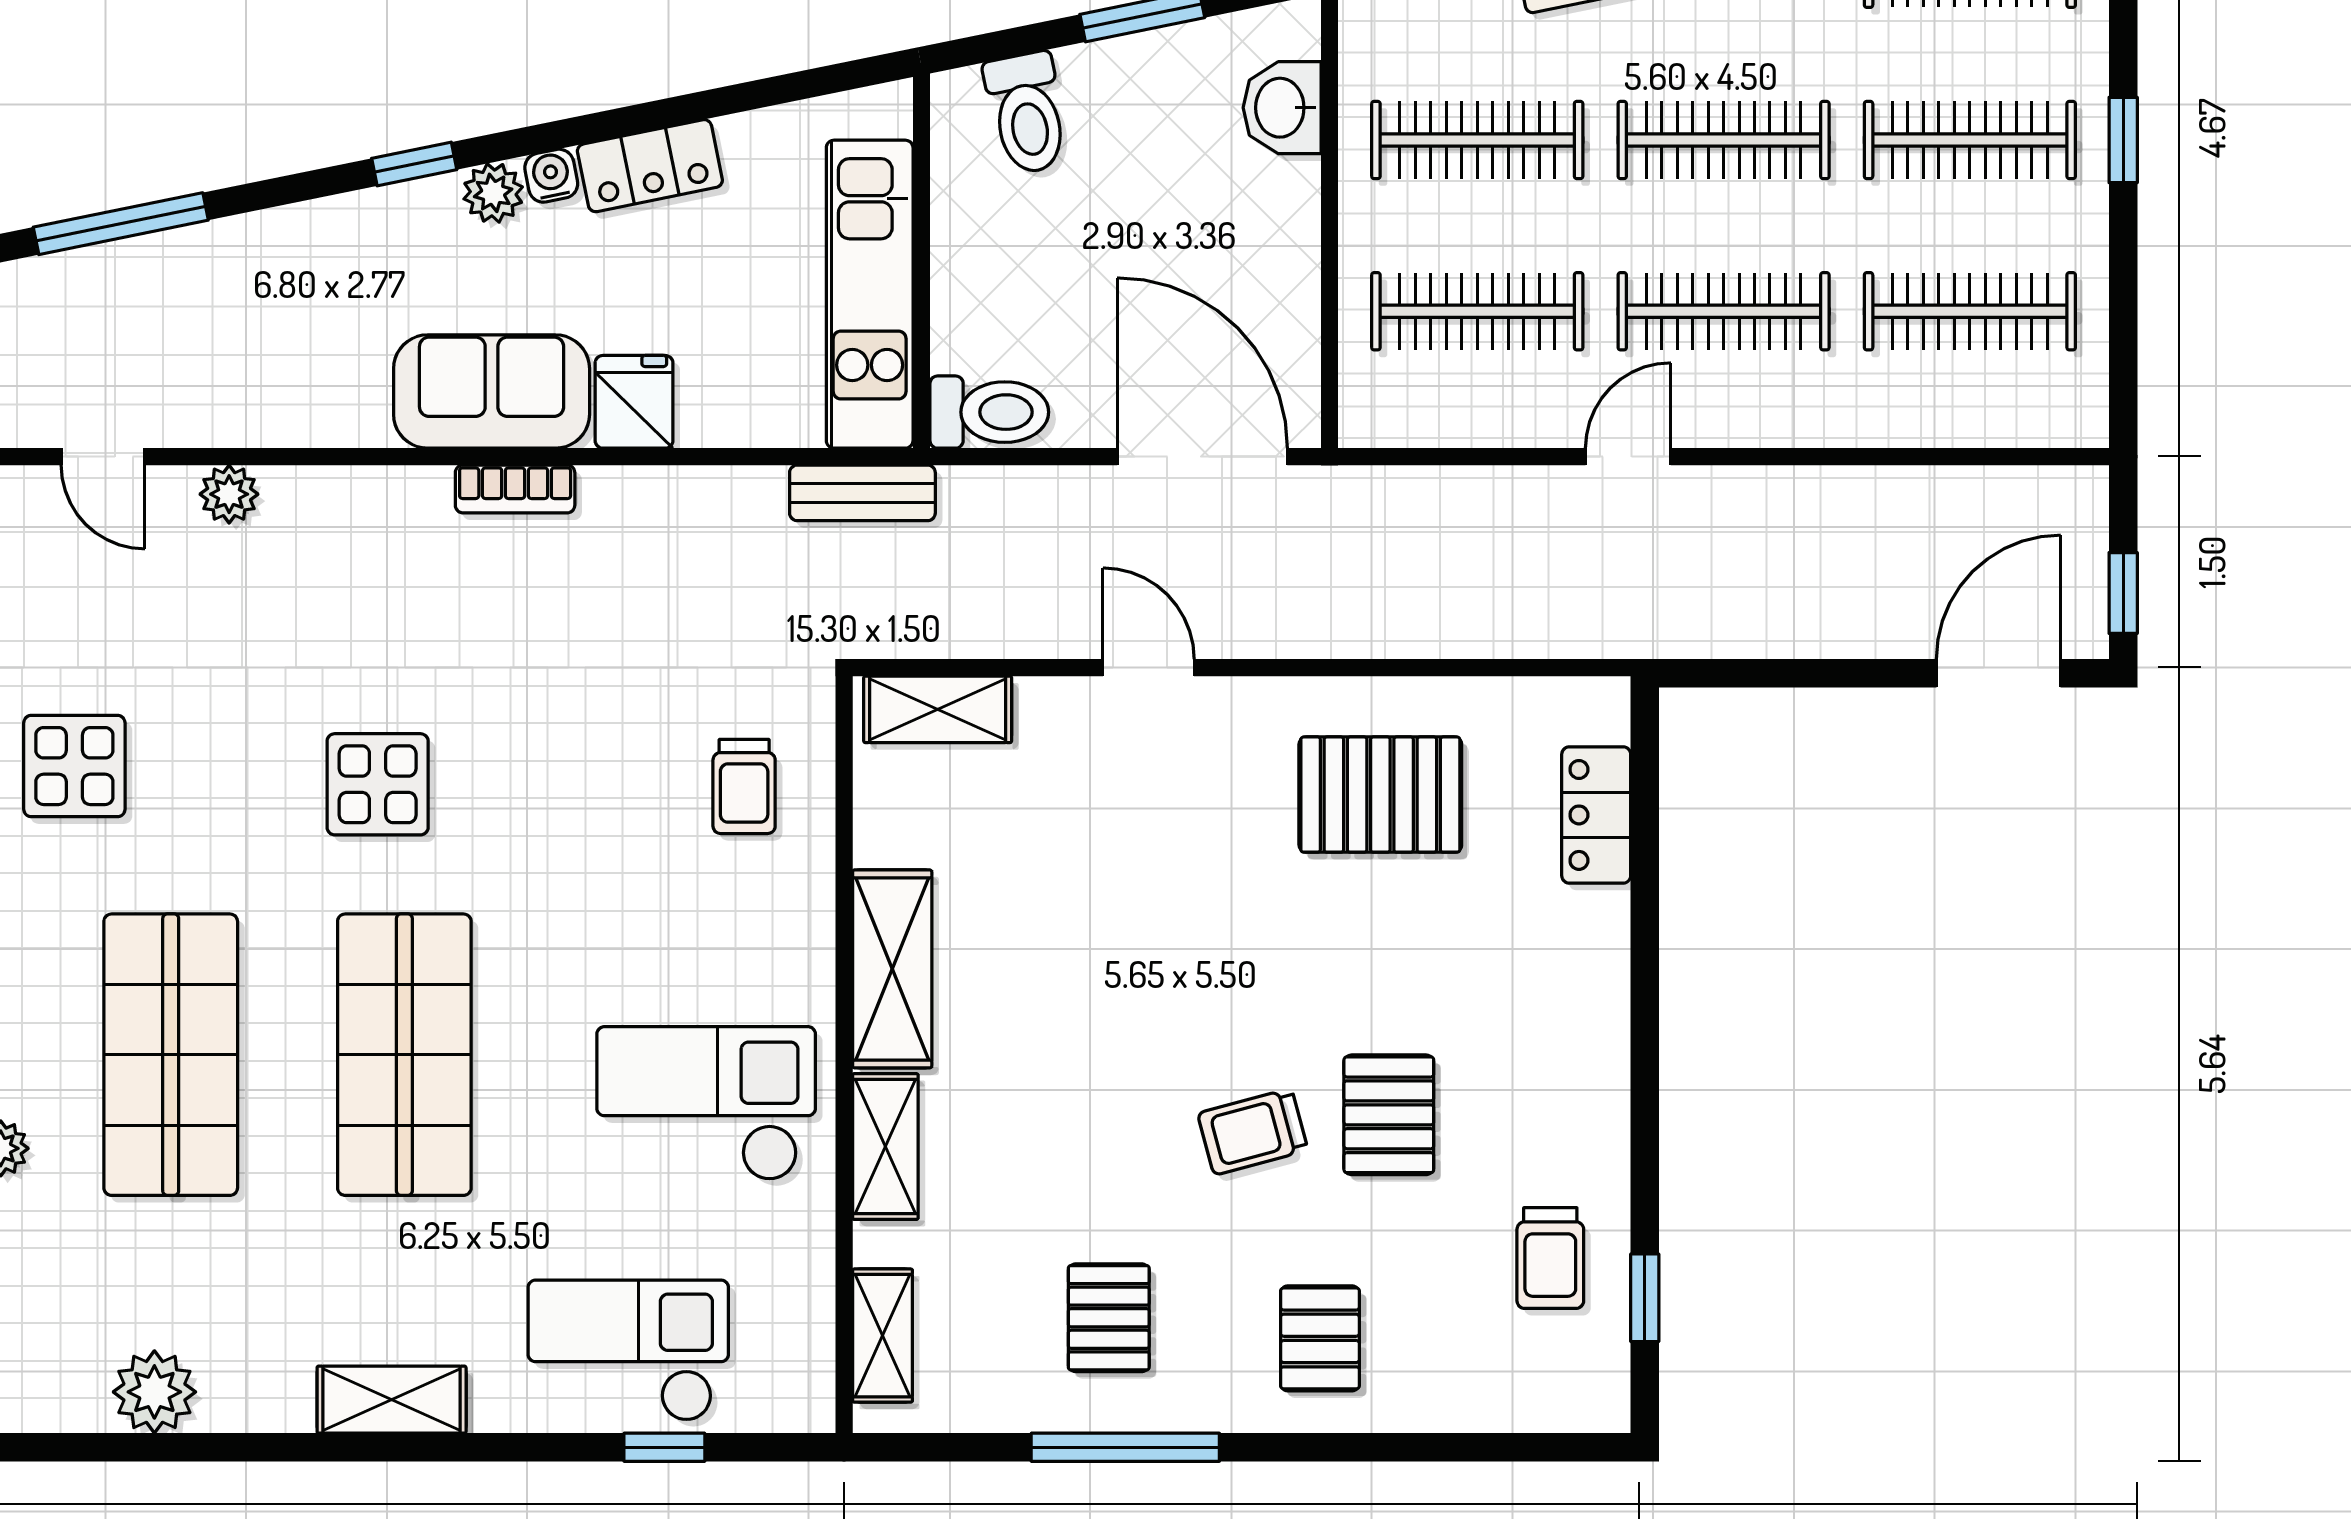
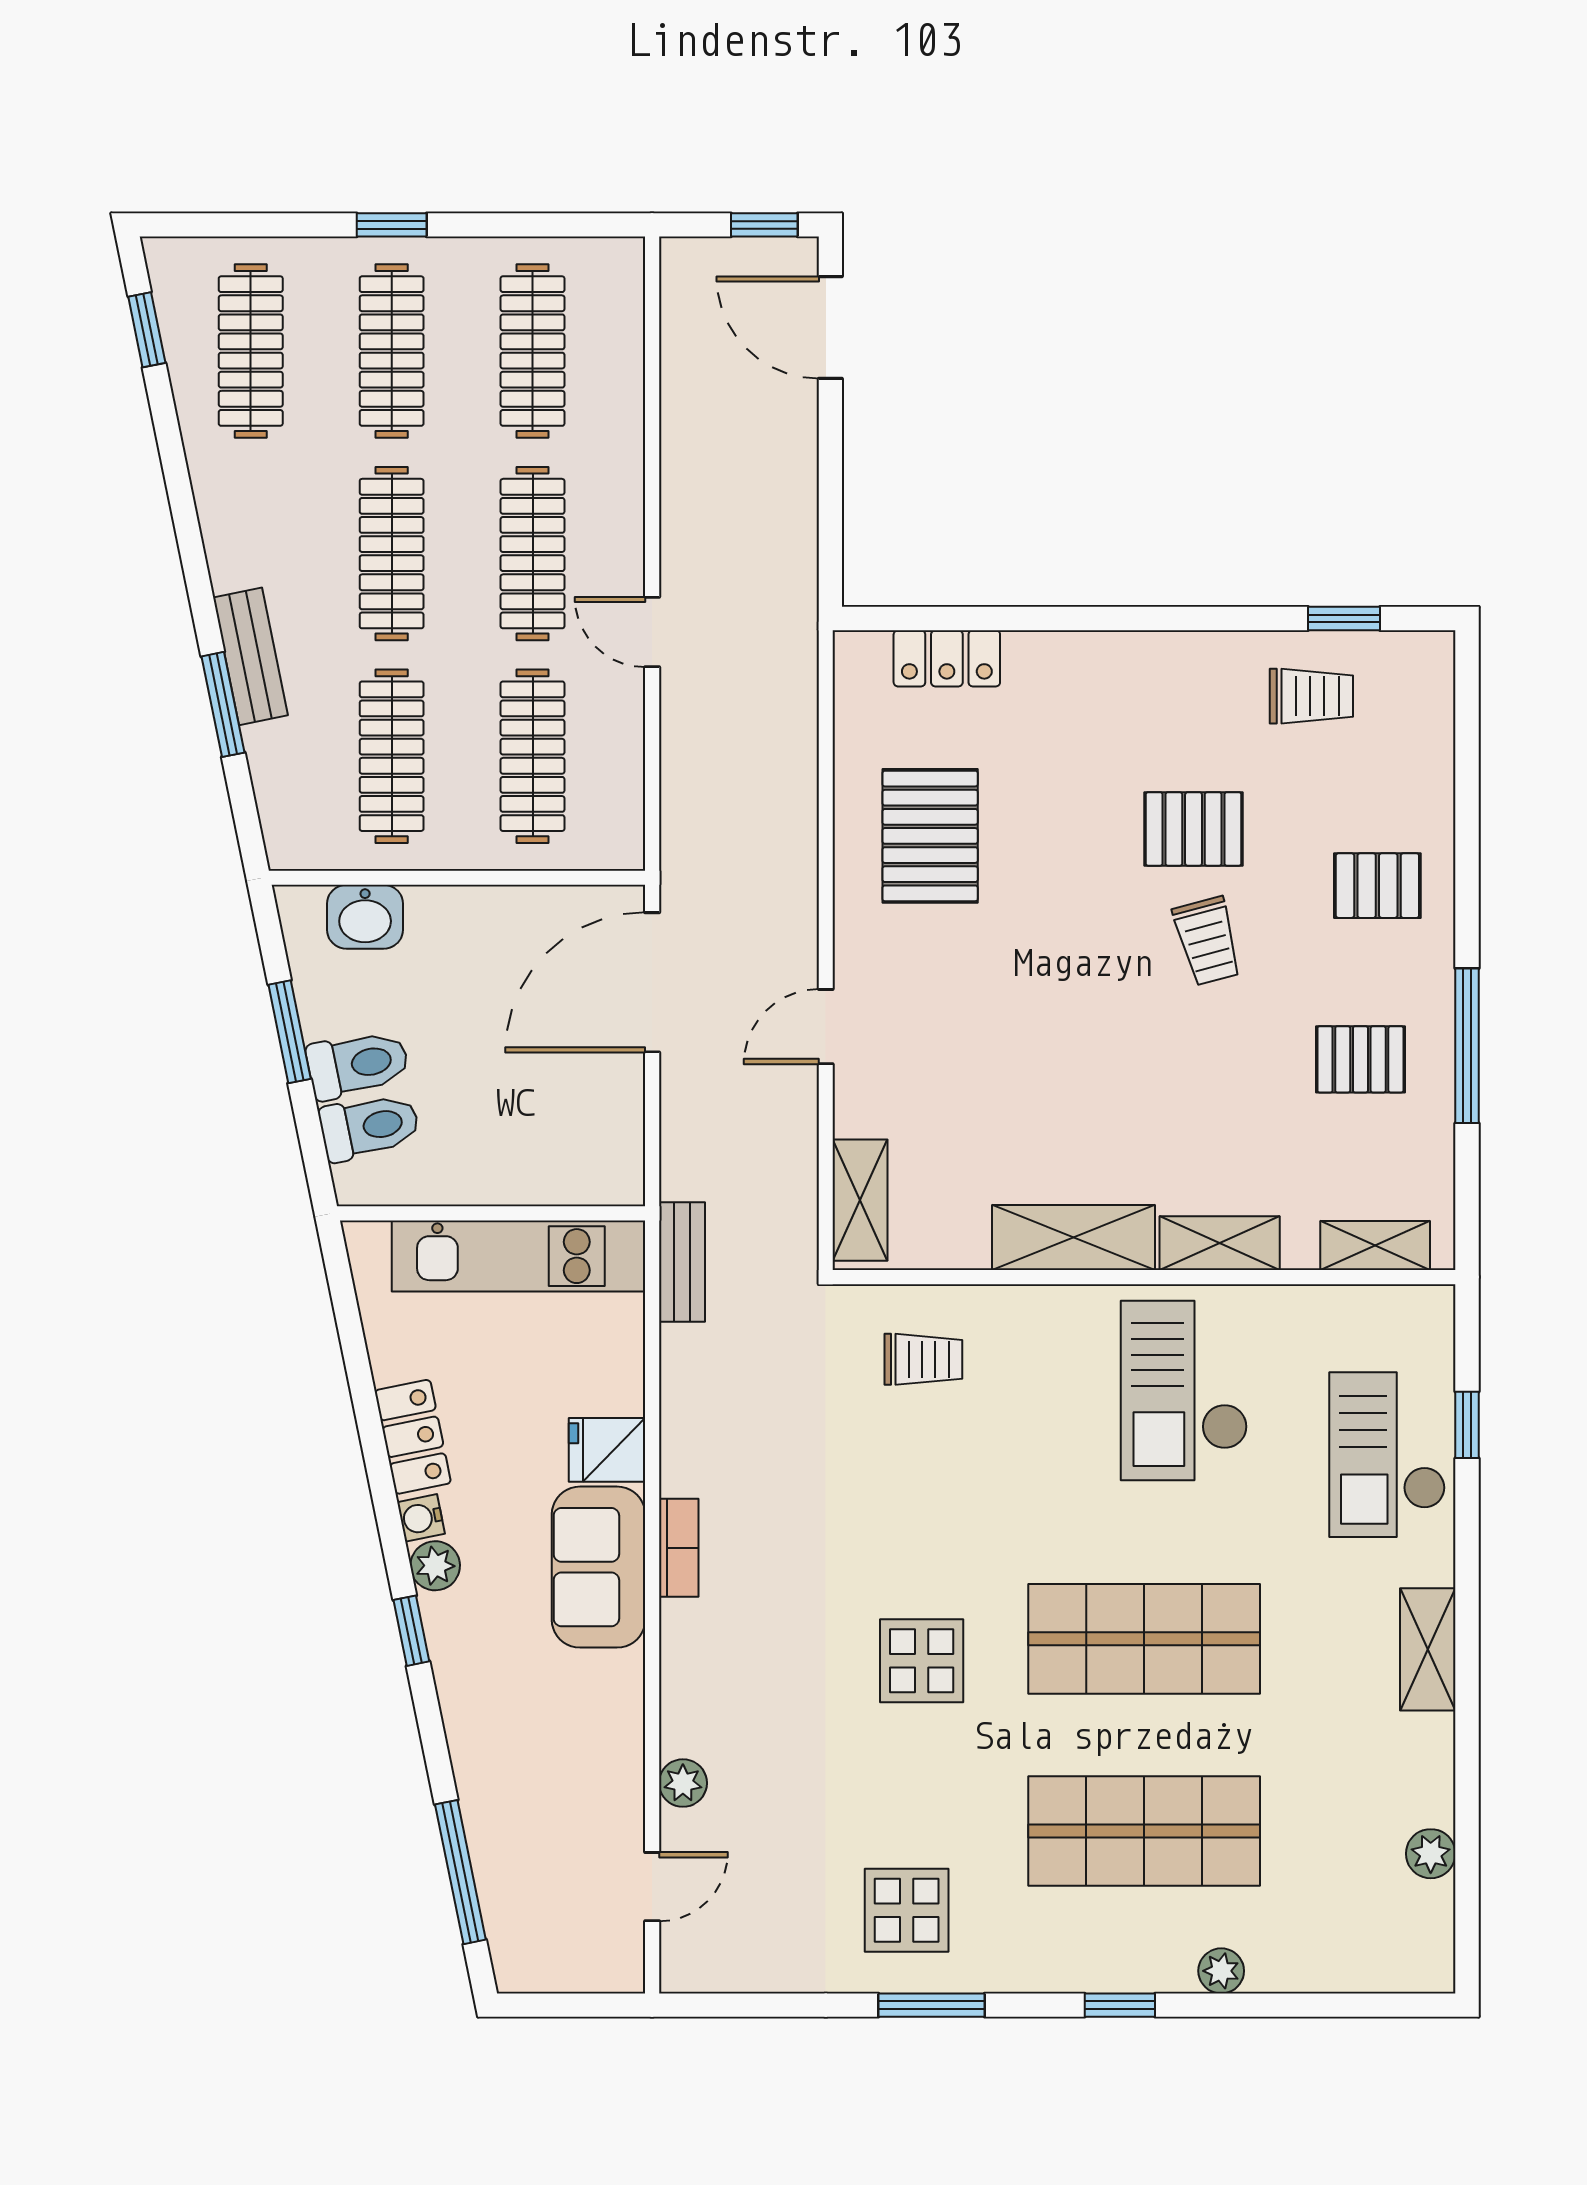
toilet: (989, 412) -> (358, 1064), moved, turned 79
plant: (154, 1392) -> (1431, 1854), width x0.73, depth x0.73

